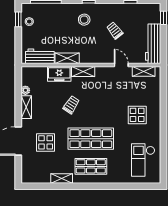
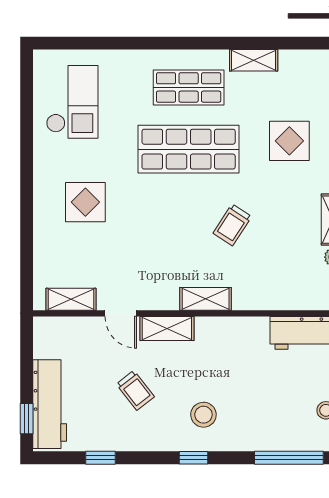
workbench: (153, 44) -> (50, 404), moved
shelving: (67, 58) -> (167, 329), moved
freezer: (59, 74) -> (259, 294), removed

